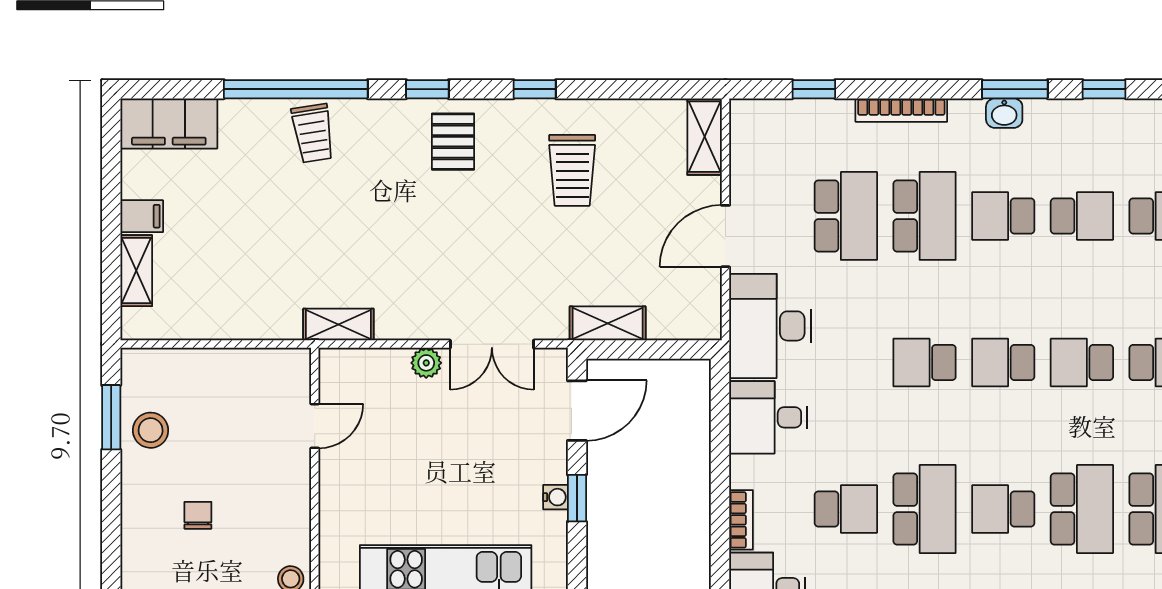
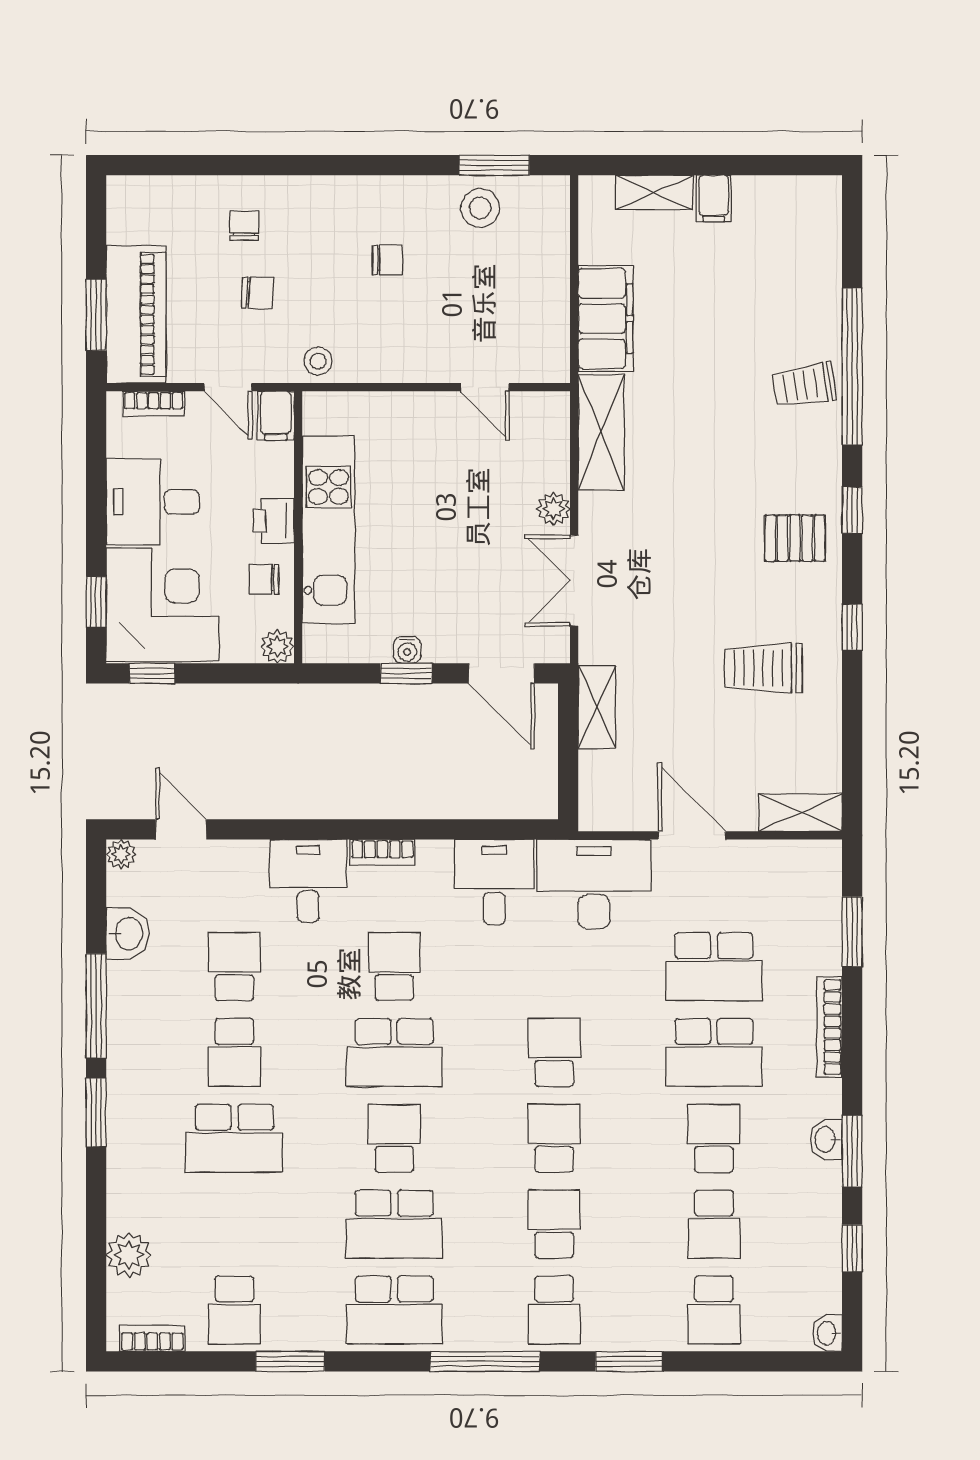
window: (814, 89) -> (852, 932), width x1.50
filing cabinet: (169, 123) -> (606, 319), moved, turned 180
shelving: (338, 325) -> (601, 432), width x1.50, depth x1.33
school desk: (846, 509) -> (394, 967), turned 180

